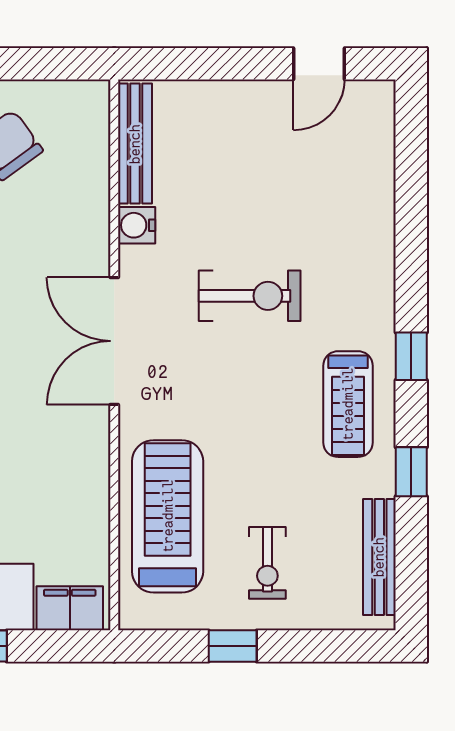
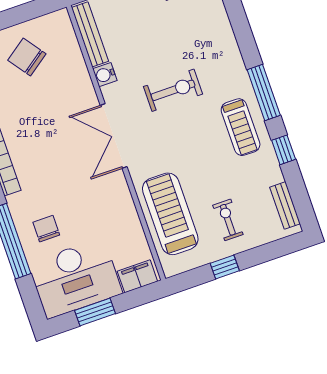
window: (411, 356) -> (264, 92), width x2.17
bench: (379, 557) -> (285, 205), width x0.73
exercise bike: (267, 563) -> (228, 220), turned 180

